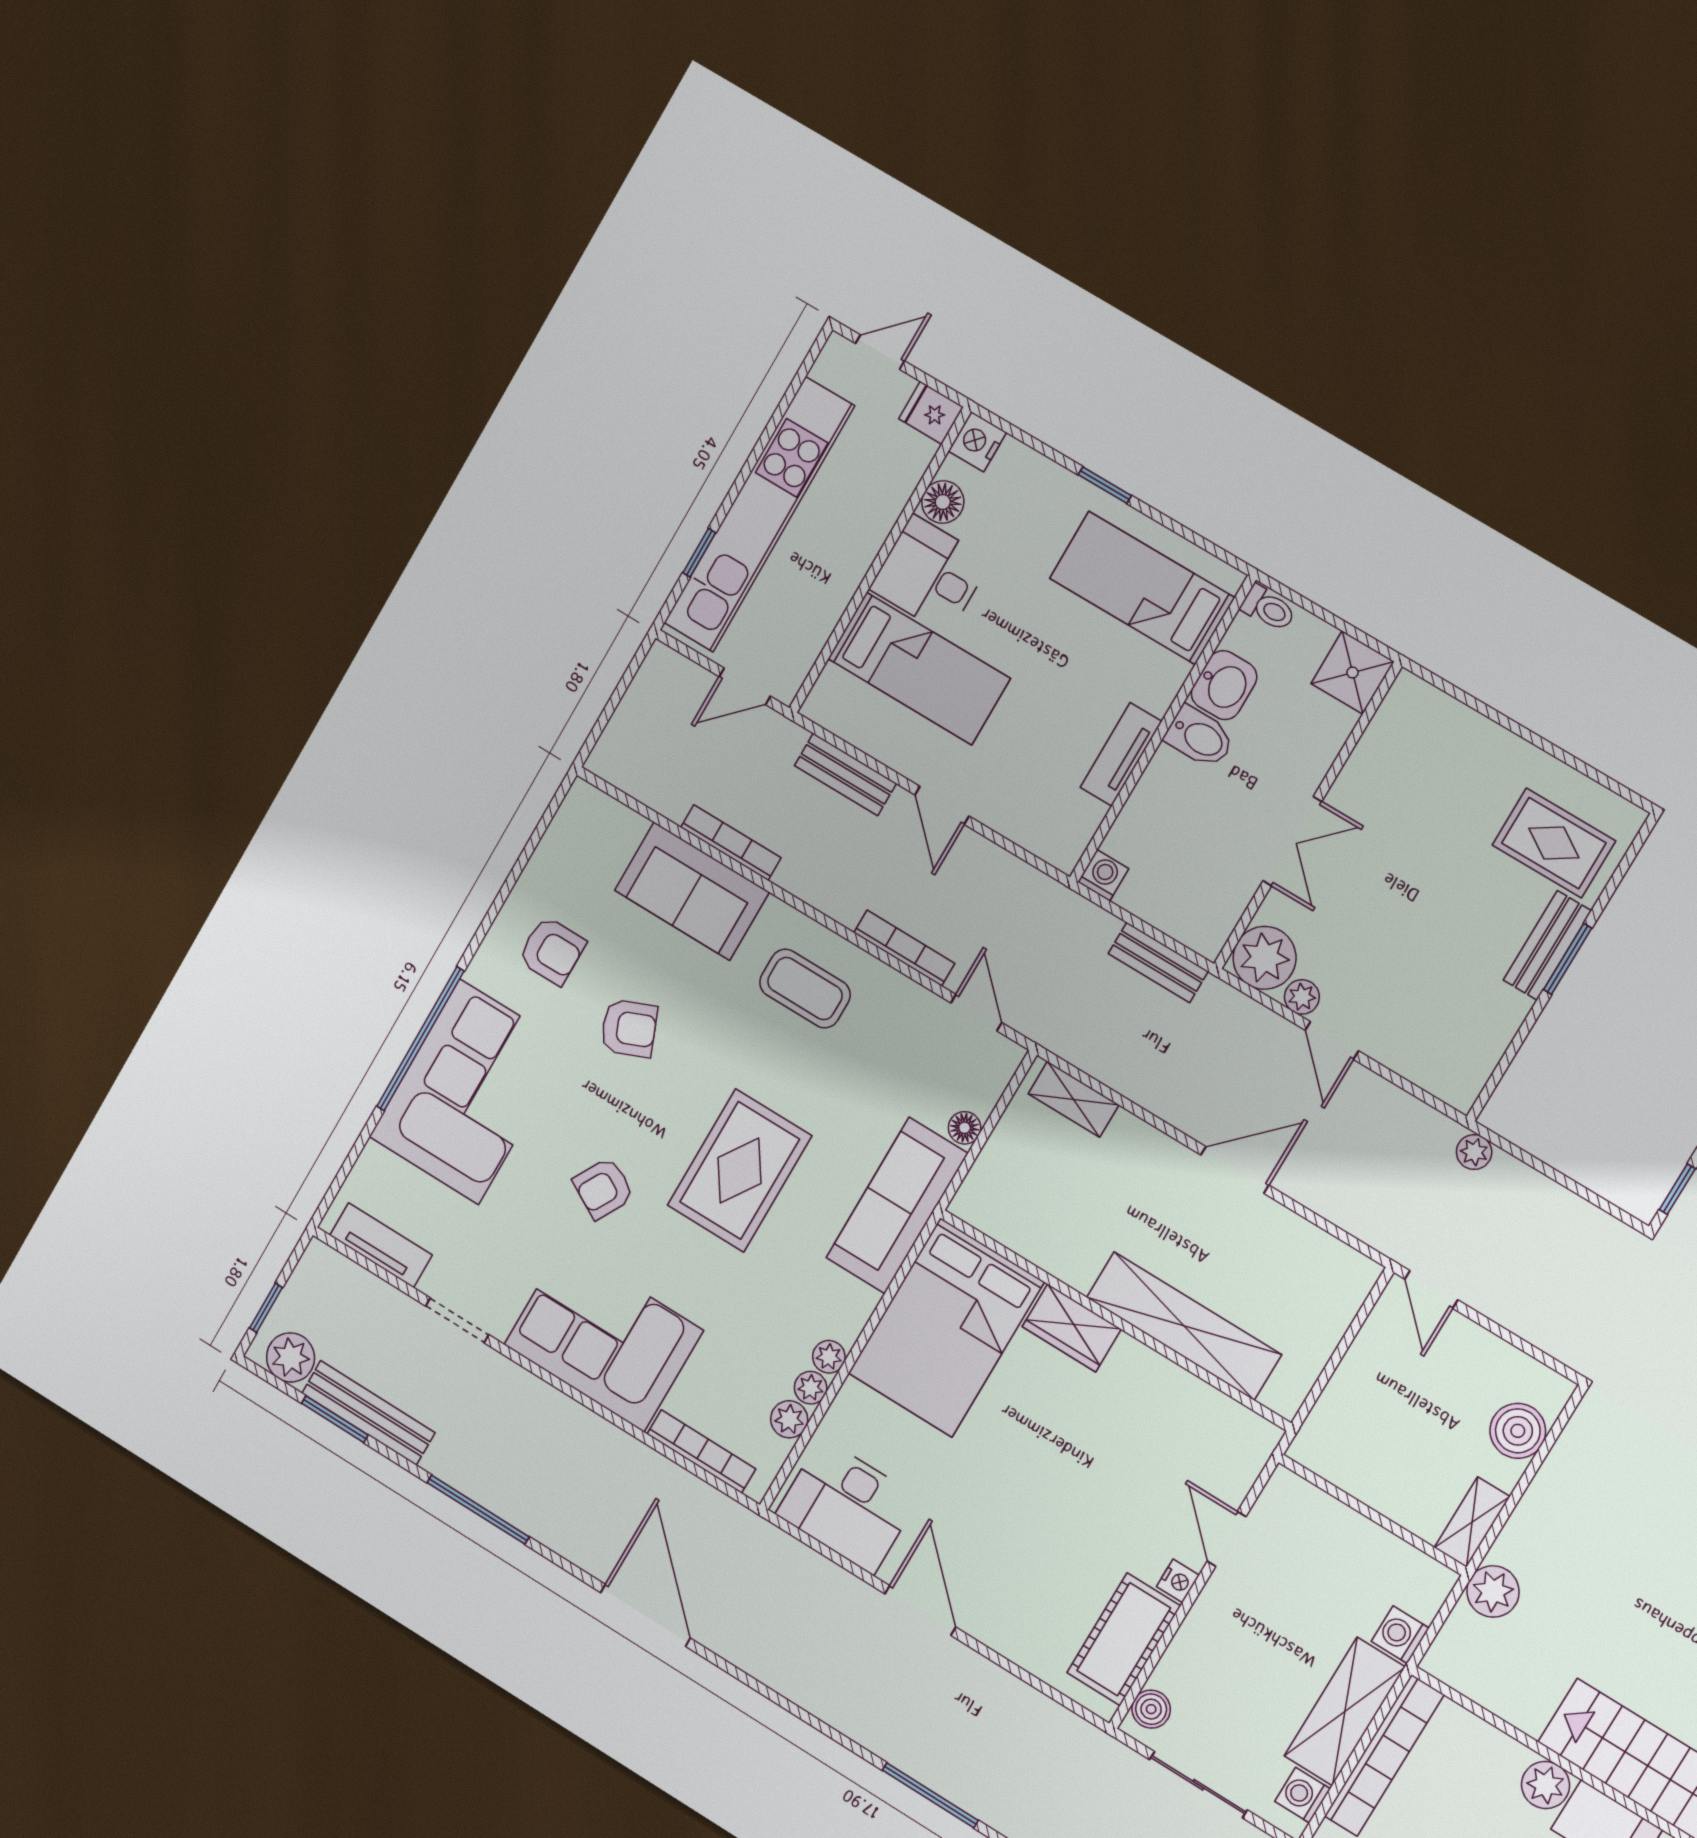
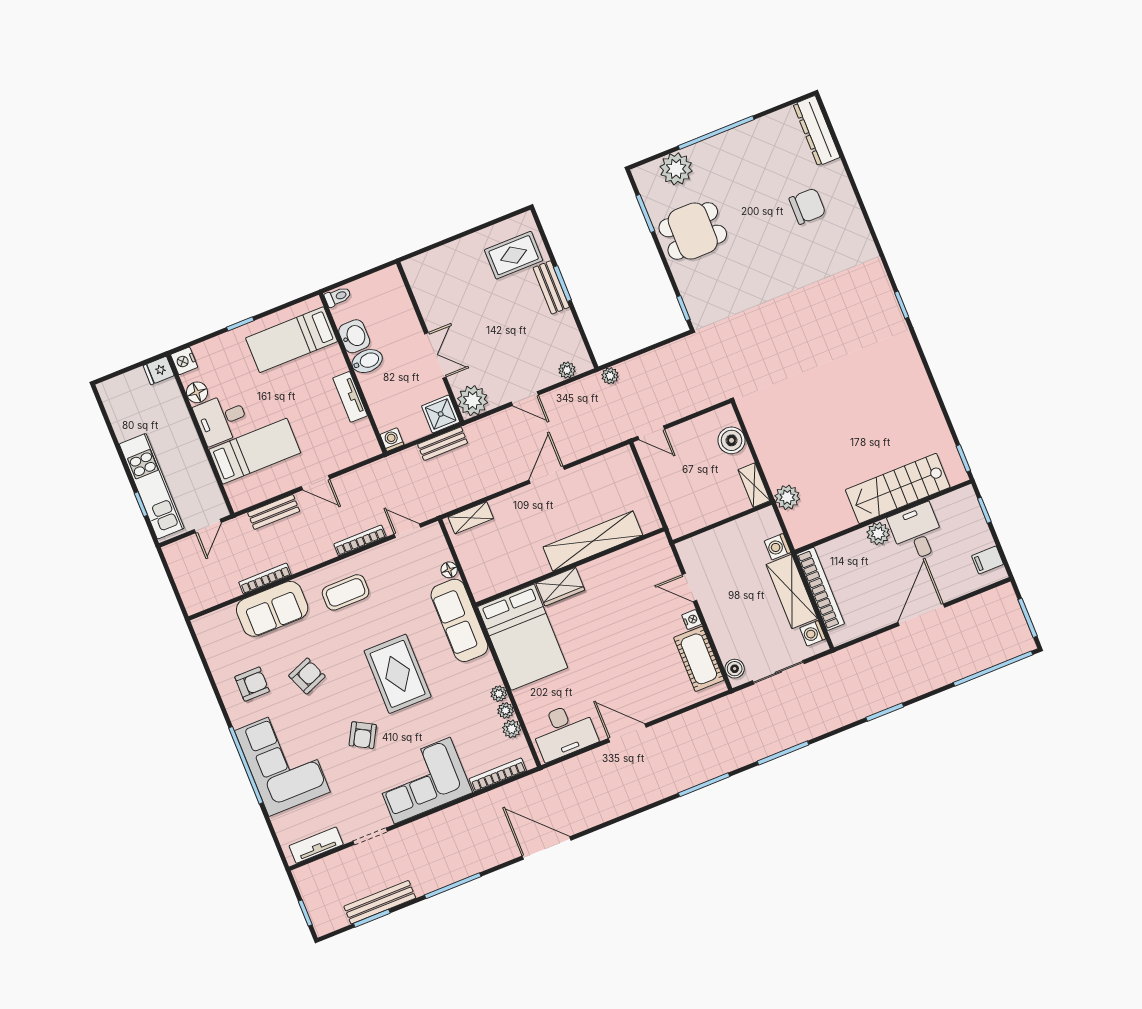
door: (880, 352) -> (119, 373), removed
kitchen unit: (759, 515) -> (152, 486), width x0.73
shower: (1352, 673) -> (441, 414), moved
plant: (1302, 997) -> (567, 370), moved
plant: (291, 1357) -> (333, 918), removed

